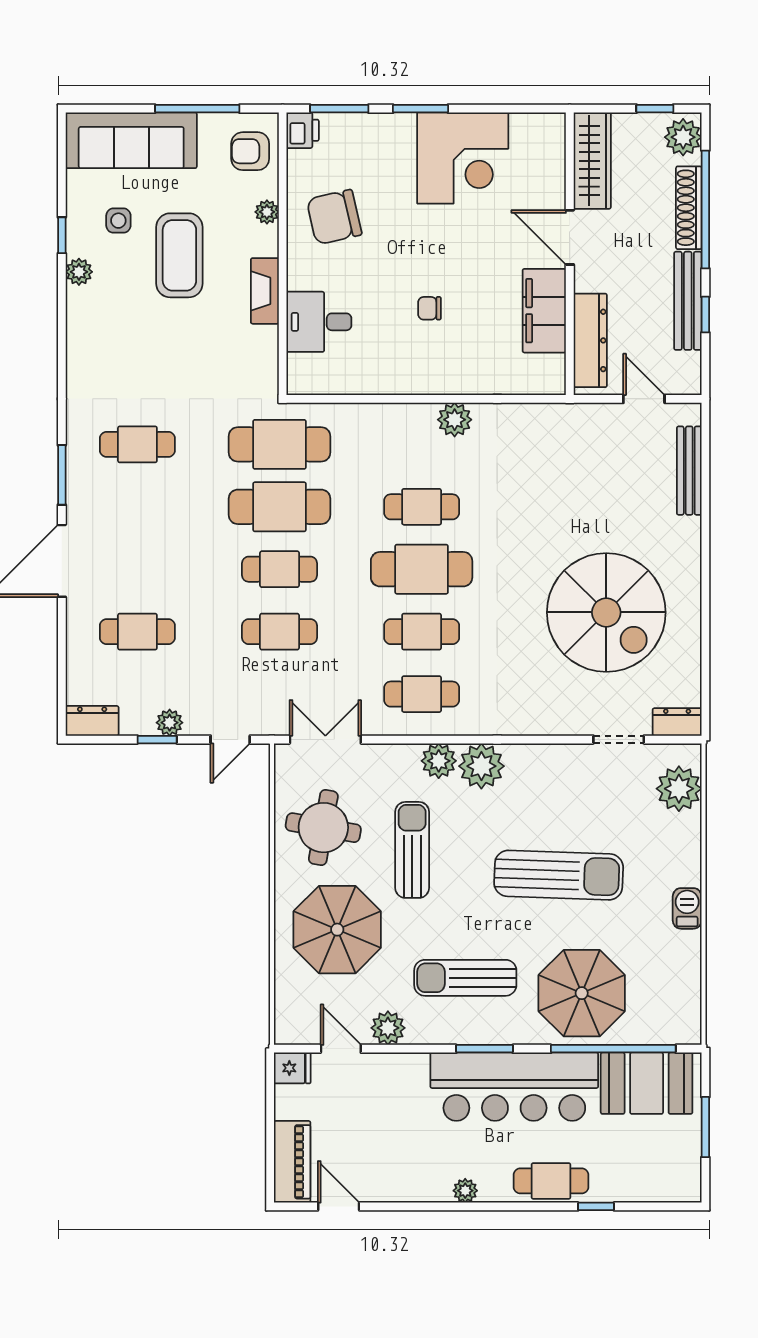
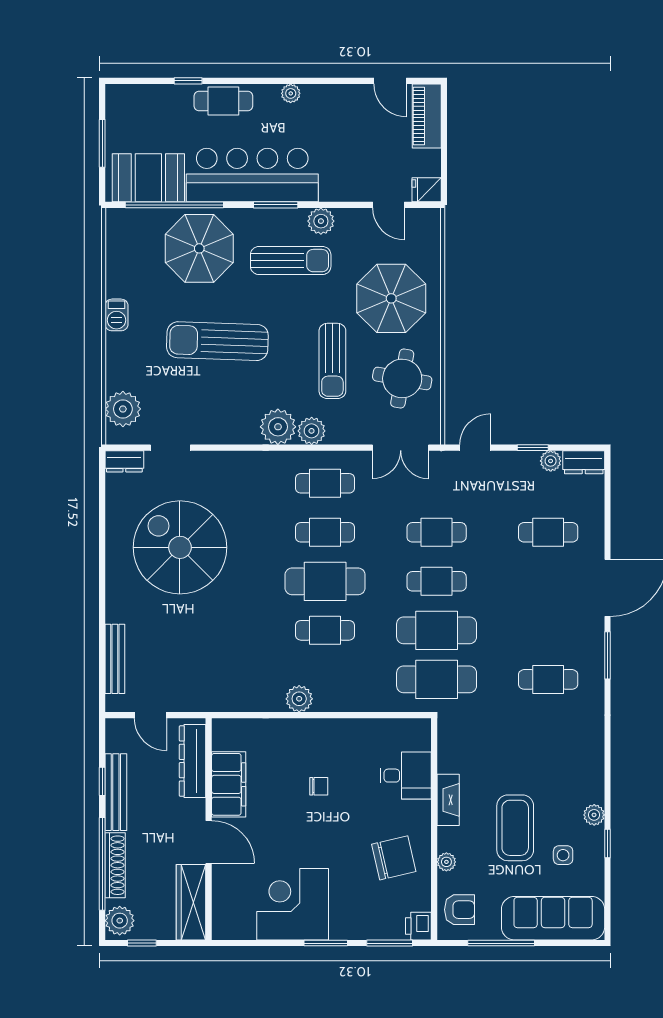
plant: (170, 723) -> (551, 461), moved
plant: (388, 1028) -> (321, 221), moved

